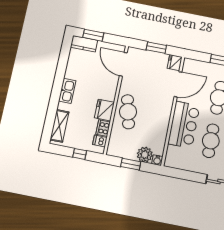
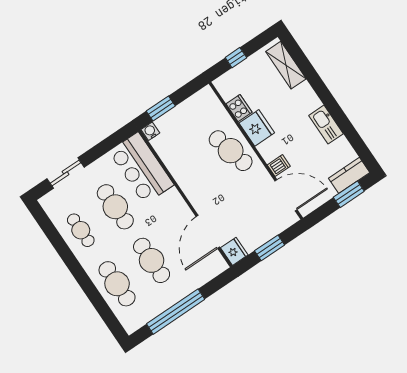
kitchen sink: (67, 91) -> (326, 125), moved
bar counter: (184, 125) -> (141, 168), moved
dishwasher: (100, 141) -> (279, 166), moved
plant: (145, 155) -> (169, 124), removed
window: (131, 164) -> (161, 109), moved

